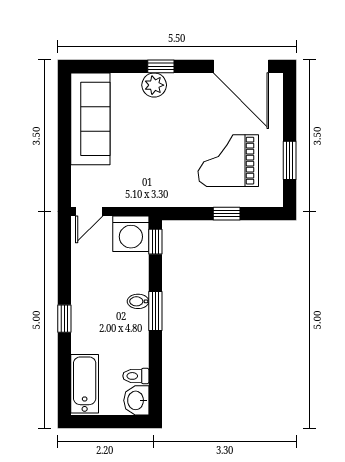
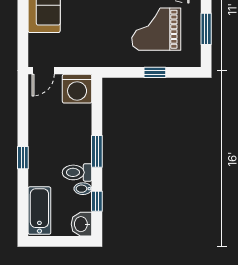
window: (155, 242) -> (97, 201), moved
bidet: (138, 301) -> (83, 189), moved
toilet: (136, 376) -> (77, 172), moved, width x1.37, depth x1.39

